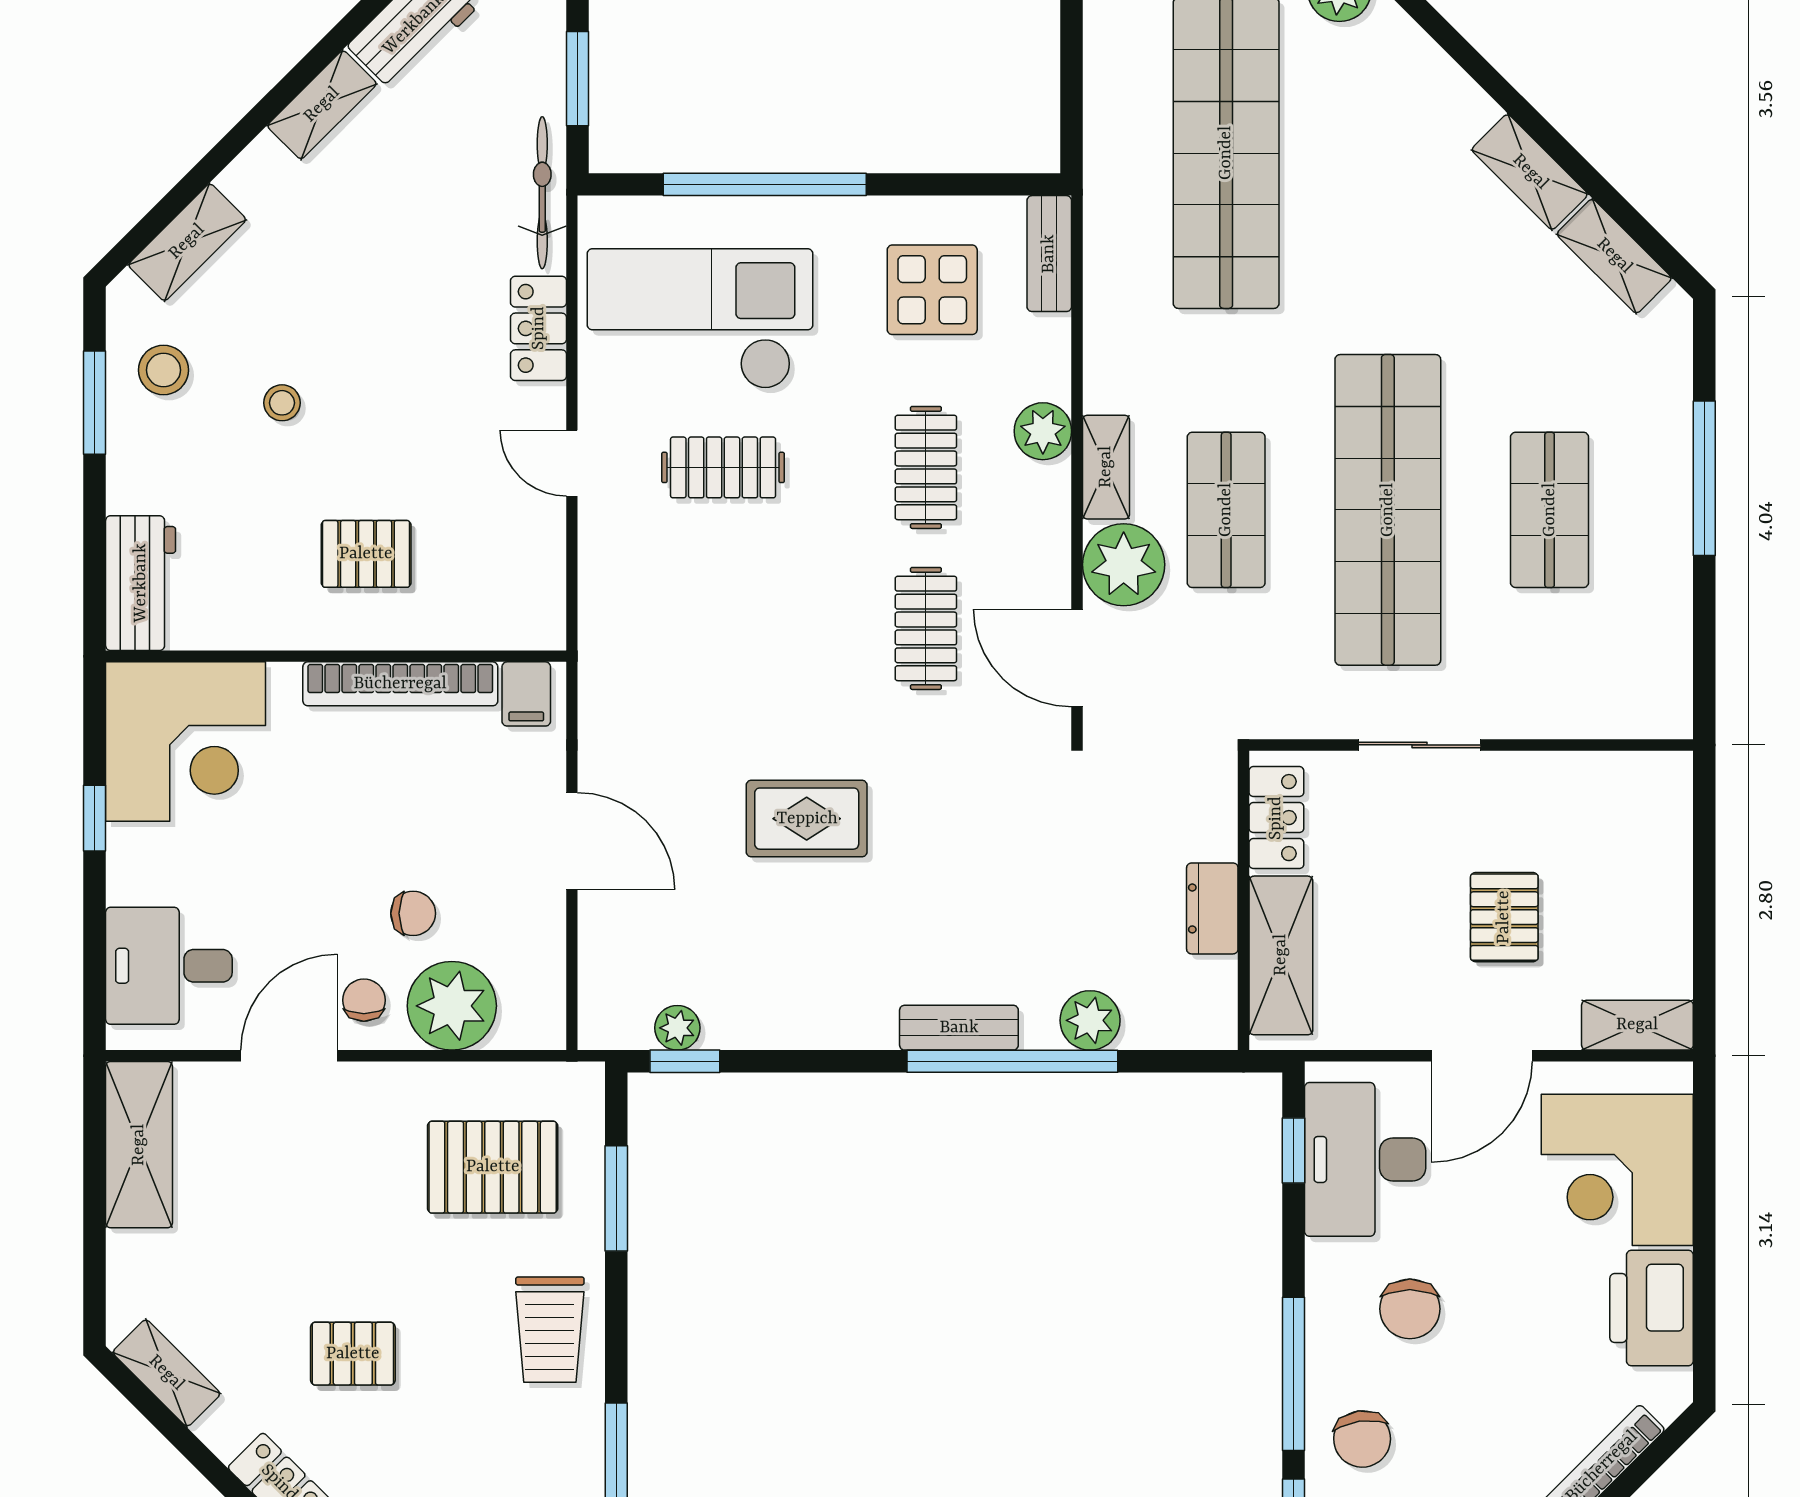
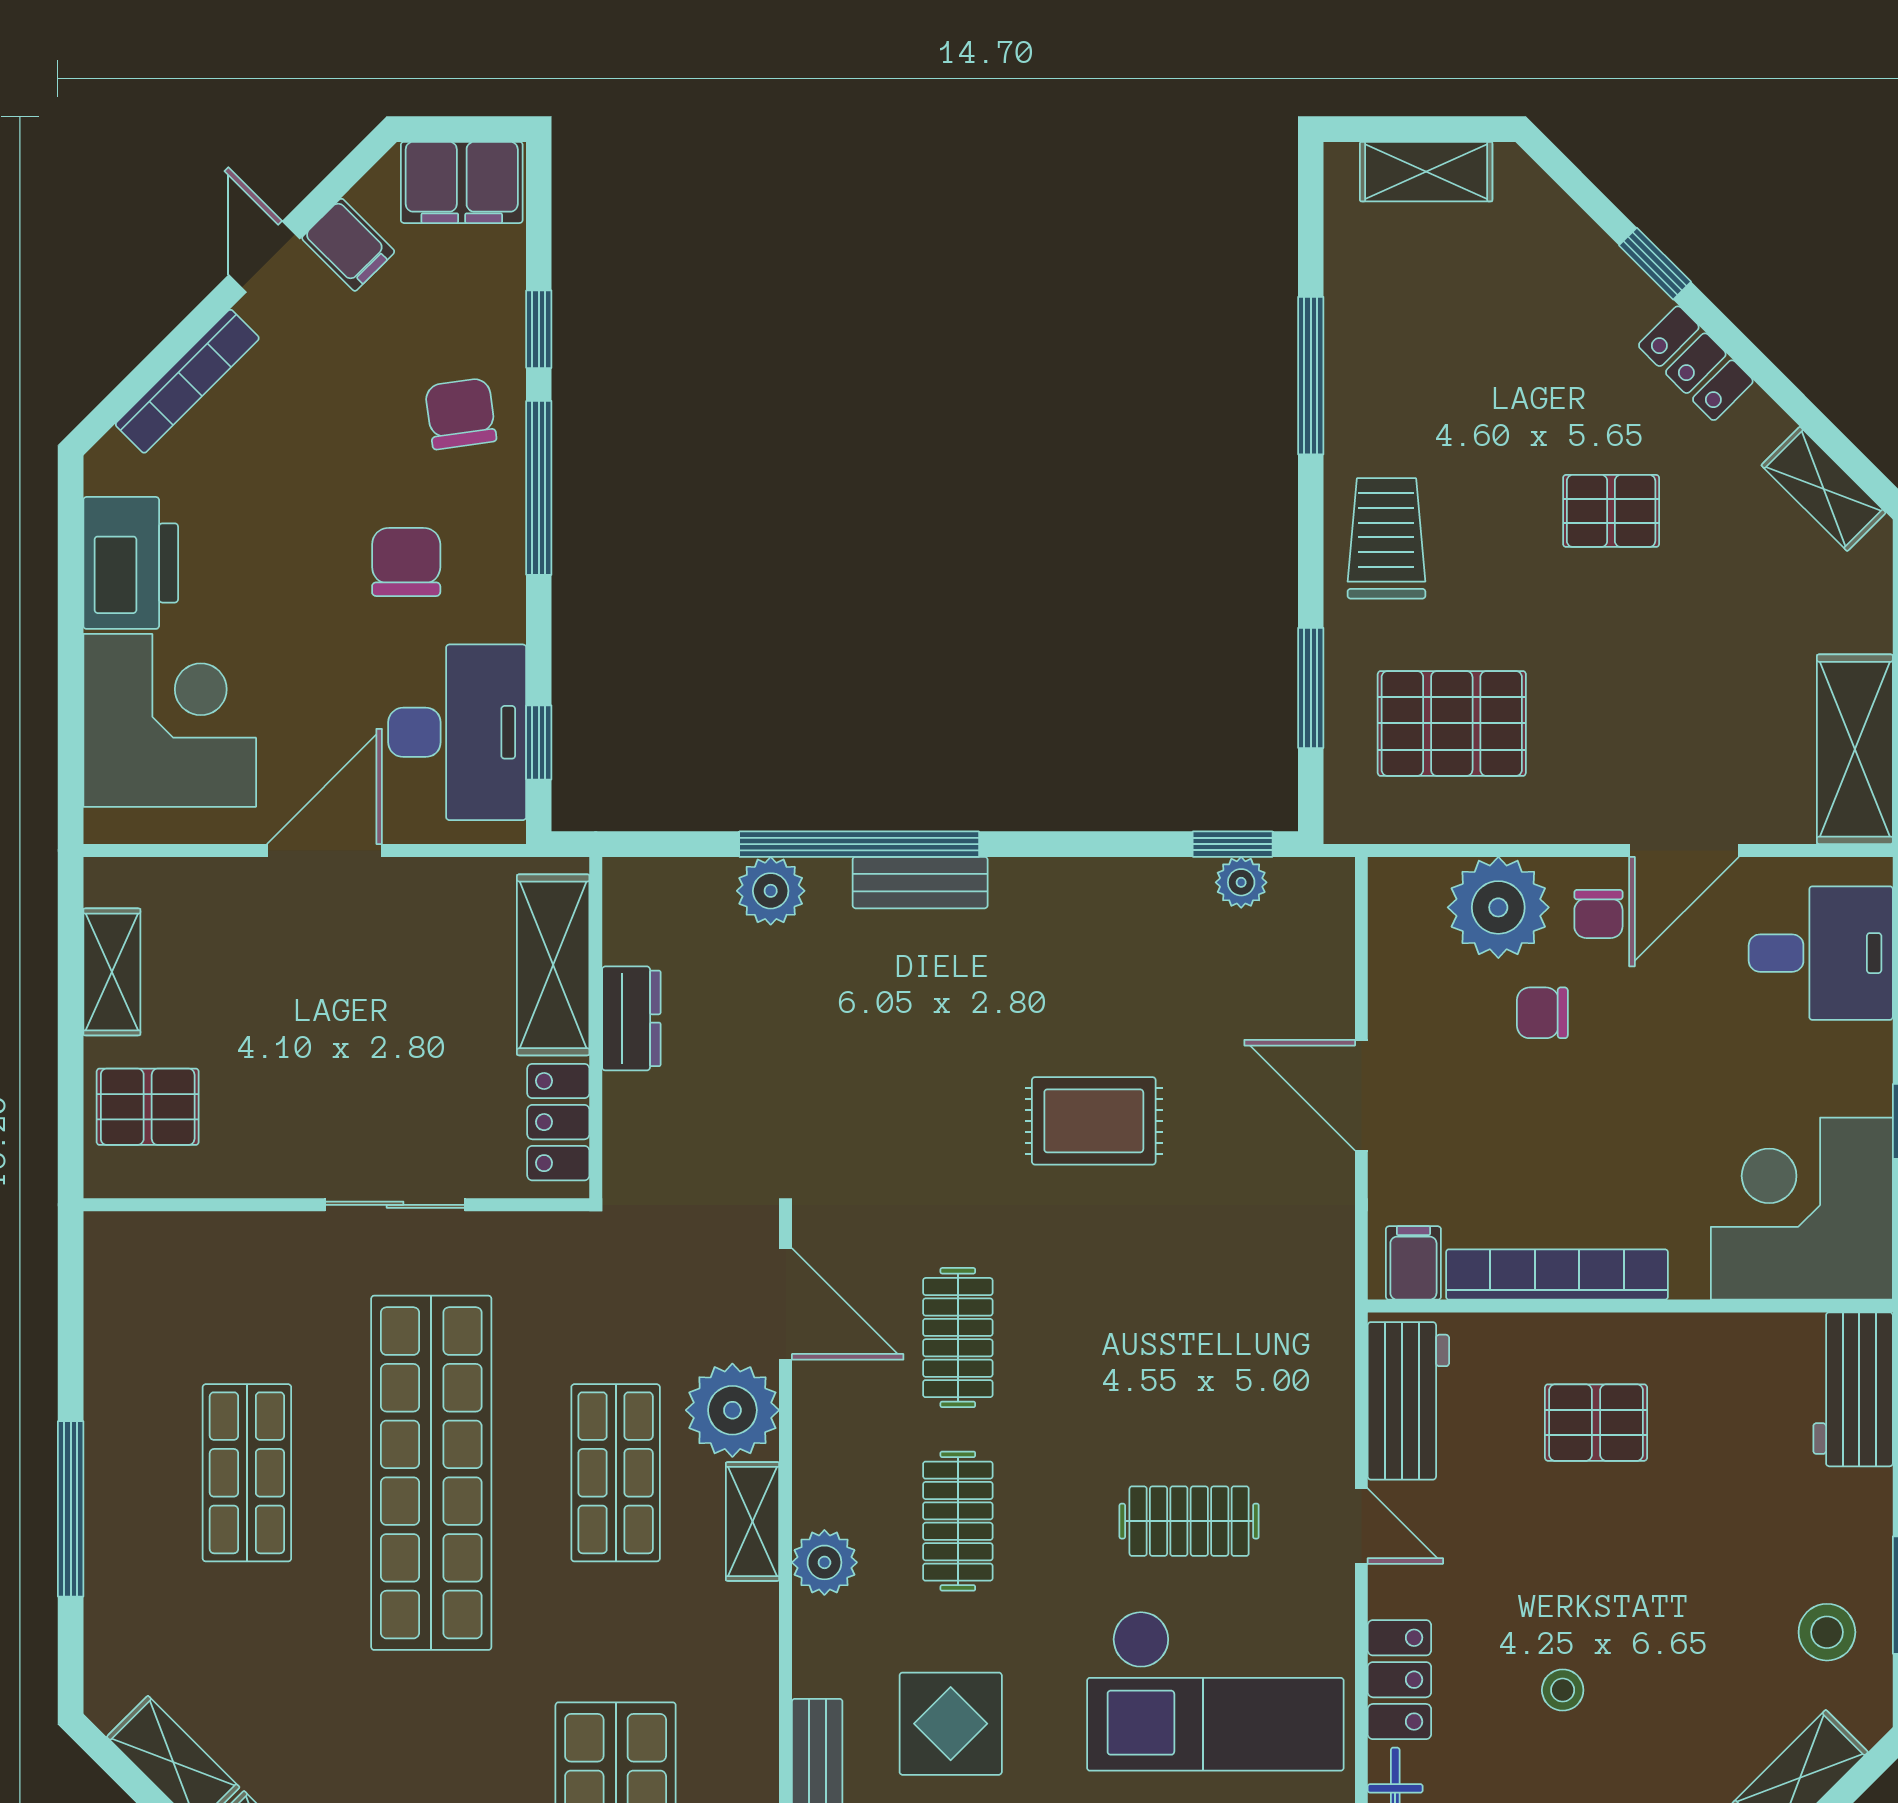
stool: (282, 403) -> (1563, 1690), moved
workbench: (531, 573) -> (1408, 1401), added
pallet: (1504, 917) -> (148, 1107), moved, turned 90
shelving: (1637, 1025) -> (112, 972), moved, turned 90

